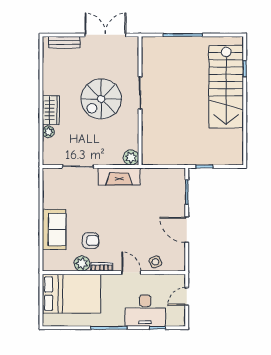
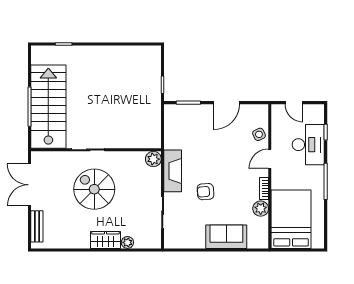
stairs: (226, 87) -> (48, 107), moved, turned -90
spiral stairs: (101, 99) -> (94, 189), turned 180
armchair: (91, 241) -> (206, 192), moved, turned -94

